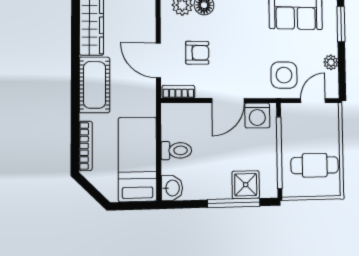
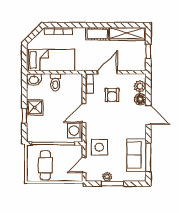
window: (341, 24) -> (112, 184), moved
cot: (95, 85) -> (97, 34), width x0.73, depth x0.75
door: (228, 101) -> (84, 113), hinge flipped
door: (313, 101) -> (84, 165), swing flipped
shower: (246, 185) -> (35, 107), moved
window: (234, 203) -> (24, 116), width x0.46

